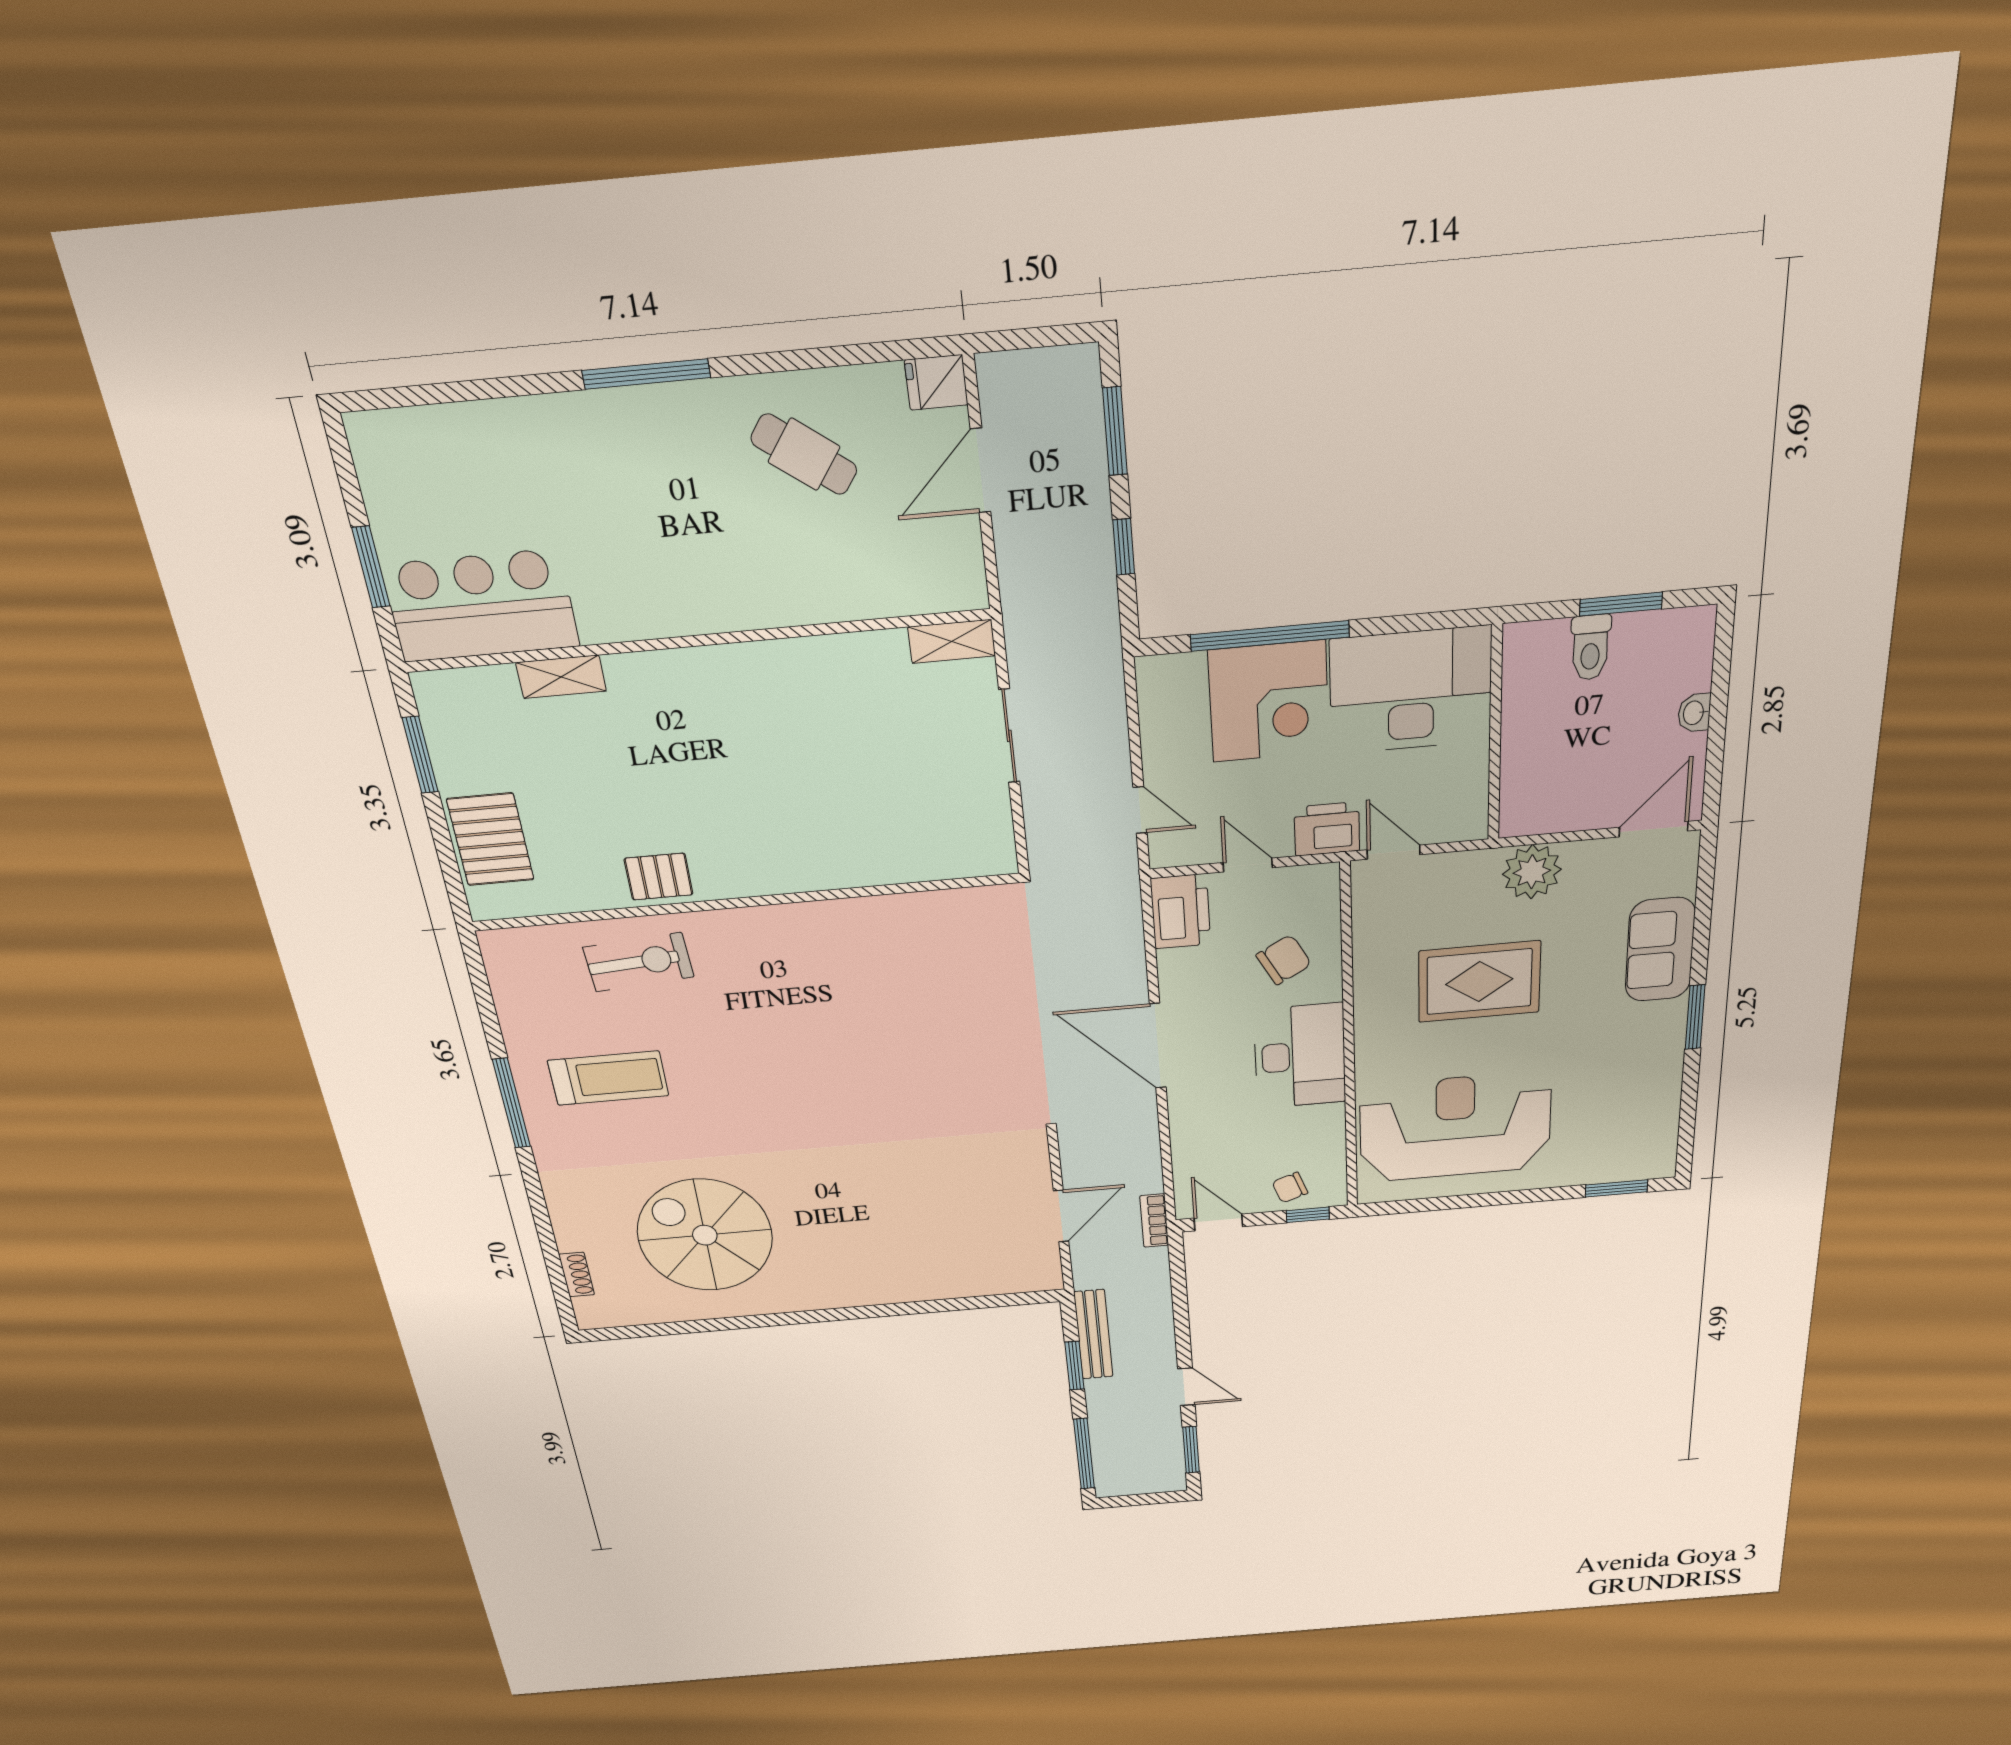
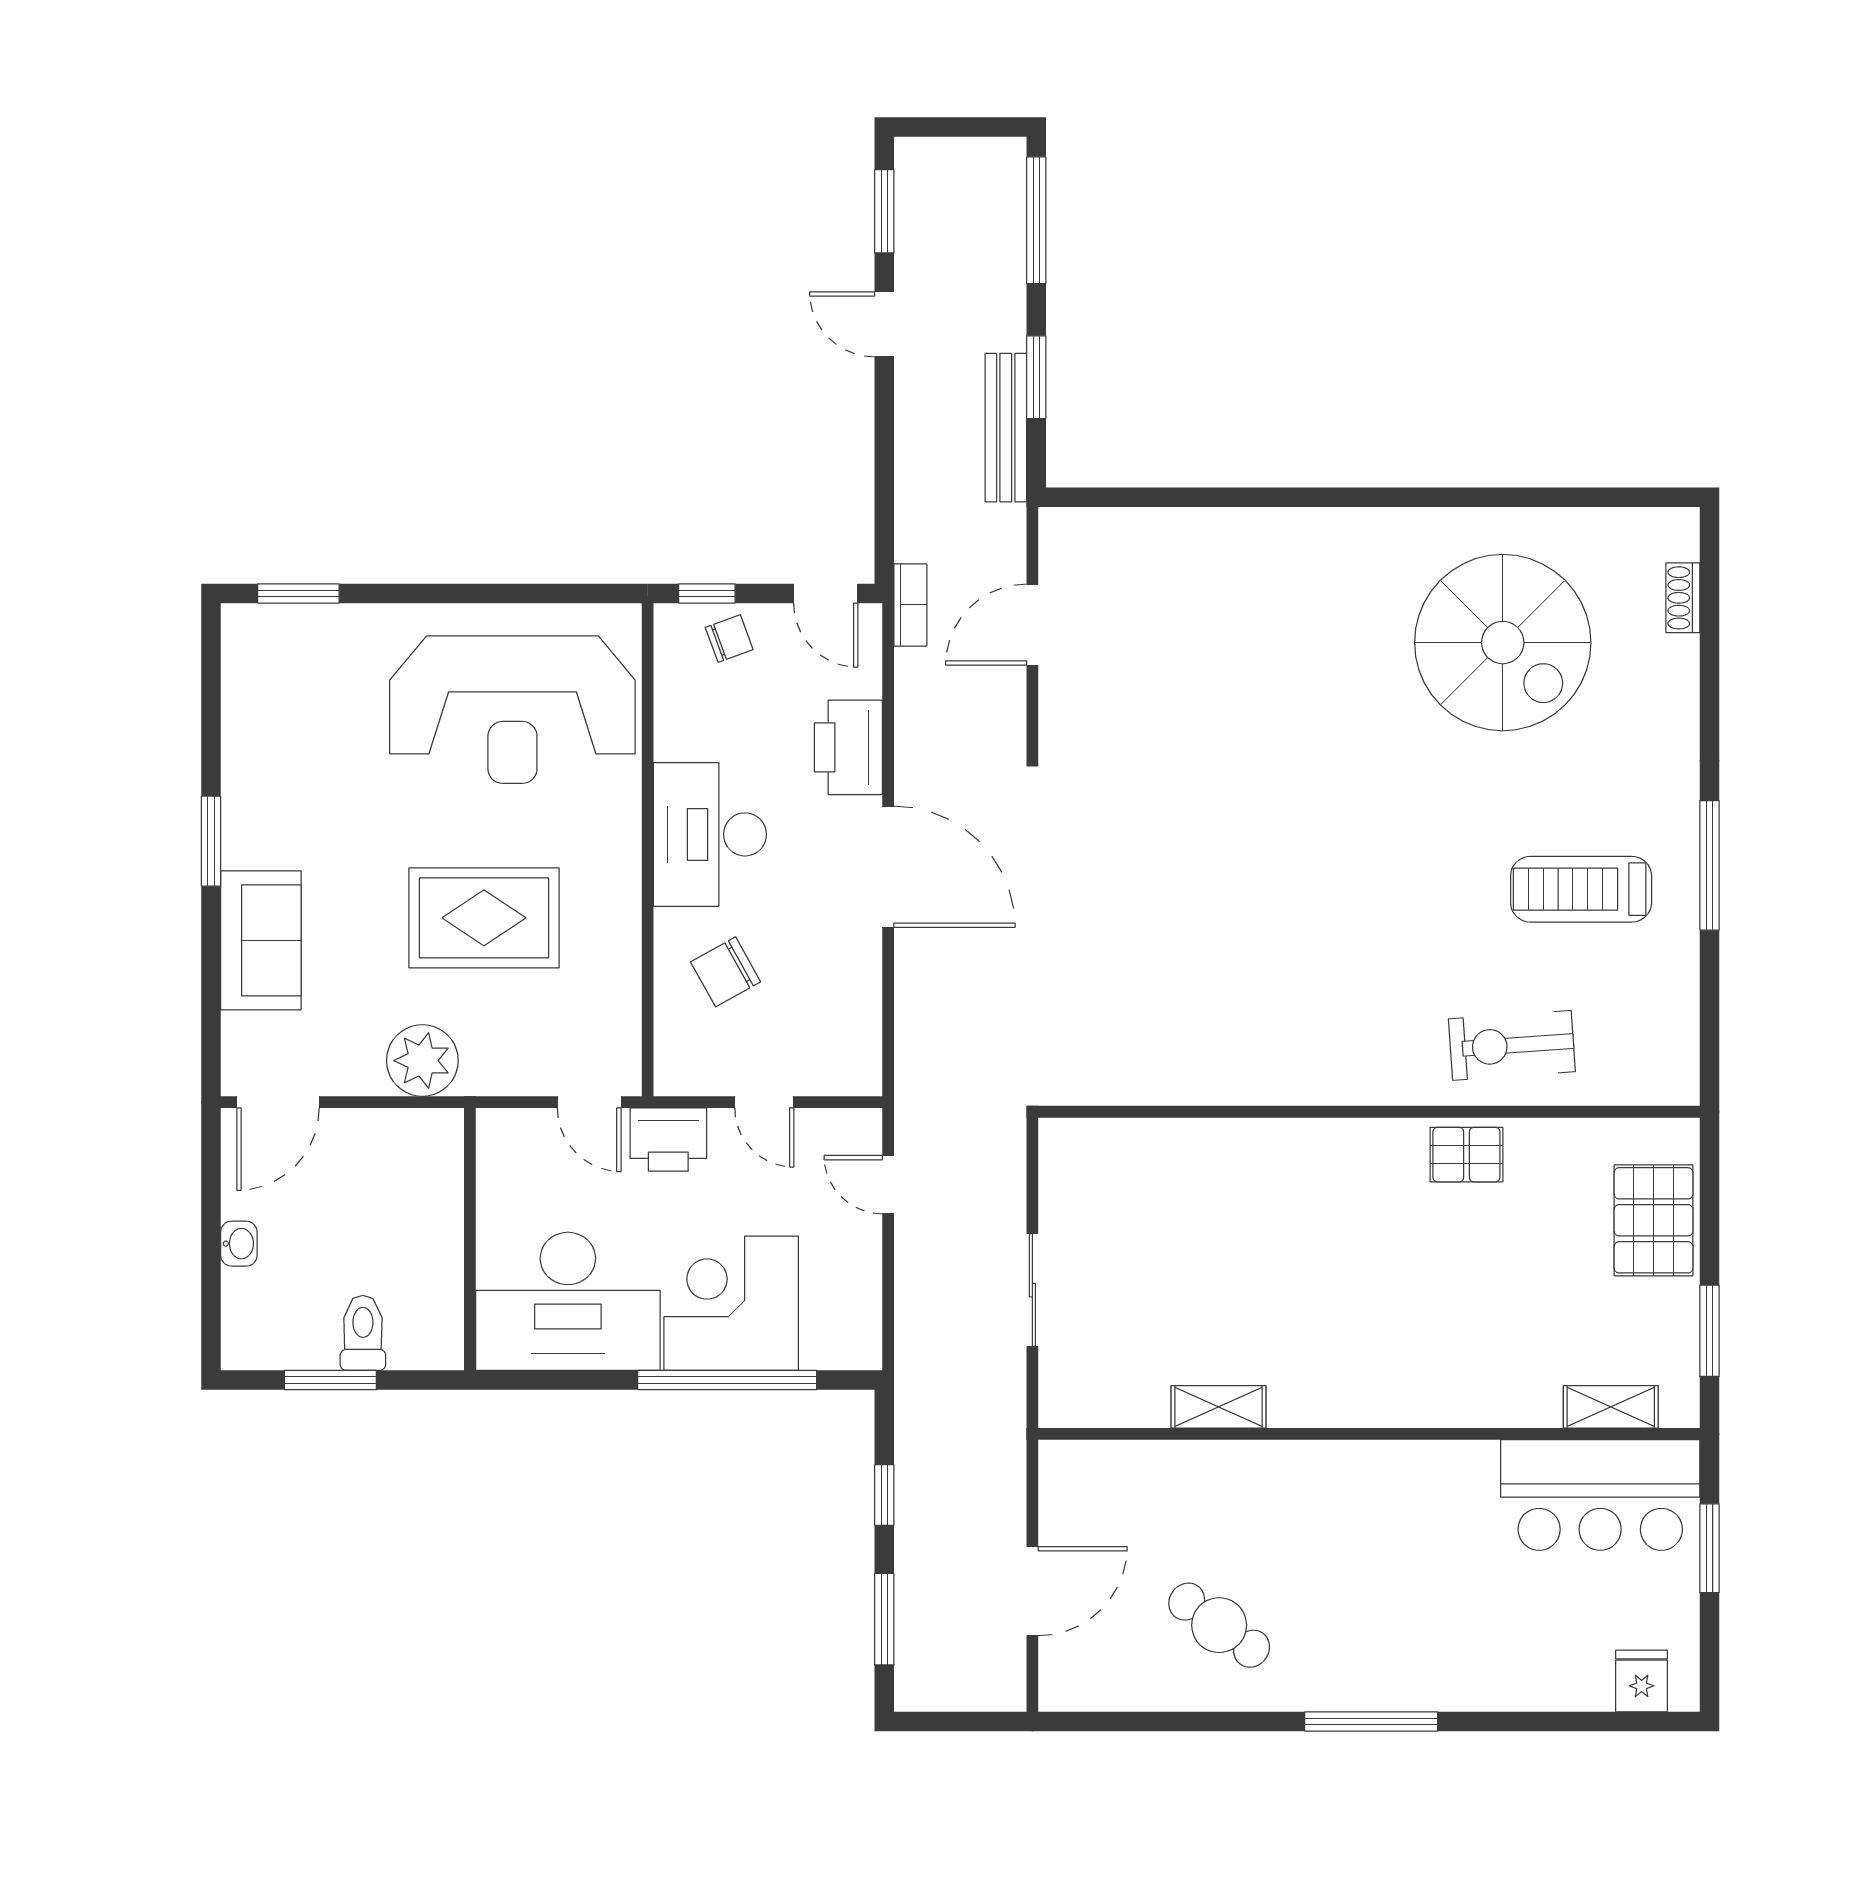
fridge: (936, 382) -> (1642, 1681), moved, turned -90
shelving: (952, 641) -> (1218, 1407), moved
shelving: (561, 677) -> (1611, 1407), moved
printer: (1181, 911) -> (848, 747), moved

